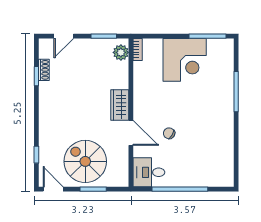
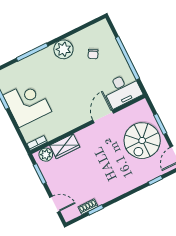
wardrobe: (120, 105) -> (65, 146), moved
plant: (223, 126) -> (63, 49), added
chair: (169, 133) -> (93, 54), moved
desk: (149, 172) -> (122, 90), width x1.37

